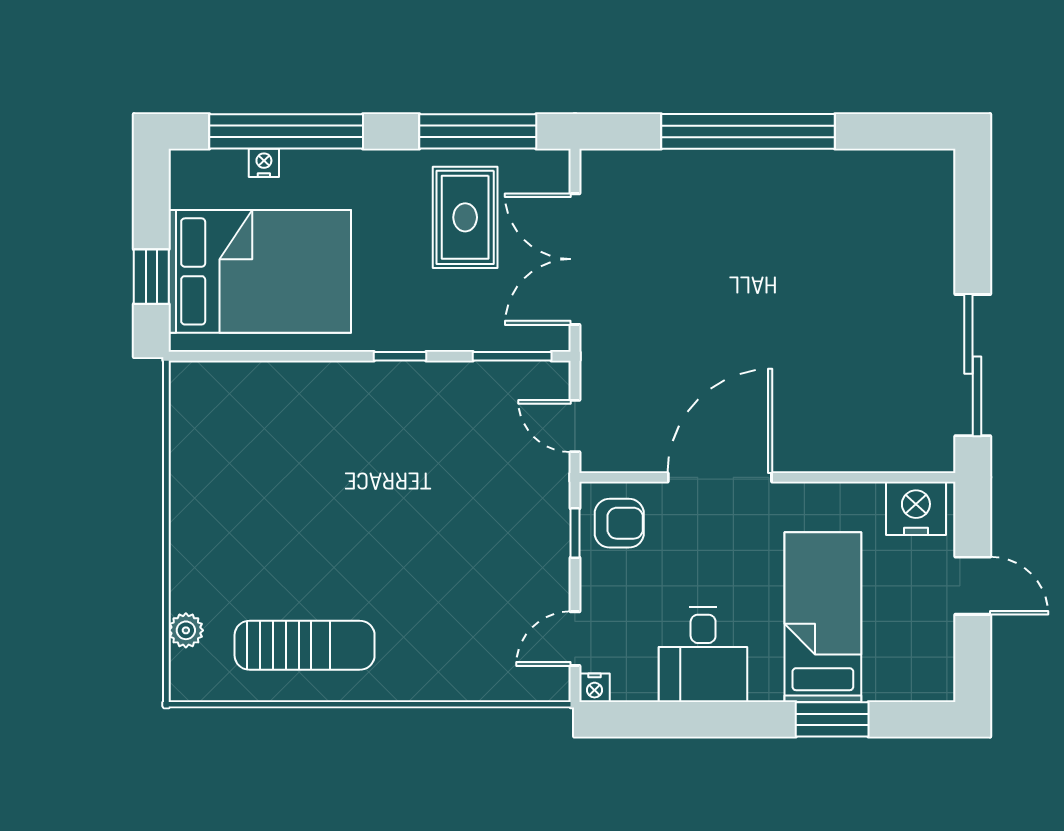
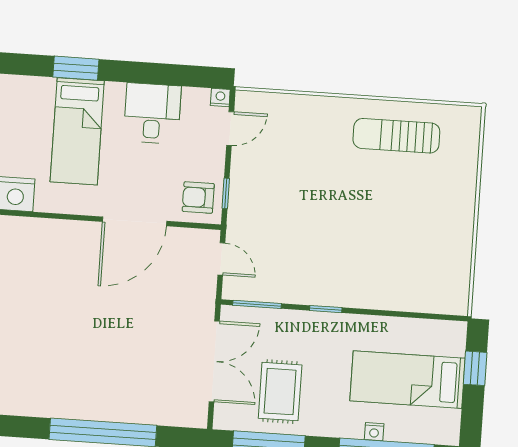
nightstand: (264, 163) -> (374, 432), moved
bed: (260, 271) -> (407, 380), width x0.67
plant: (186, 630) -> (469, 150), removed

